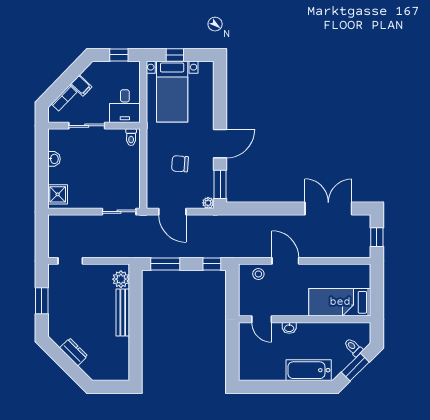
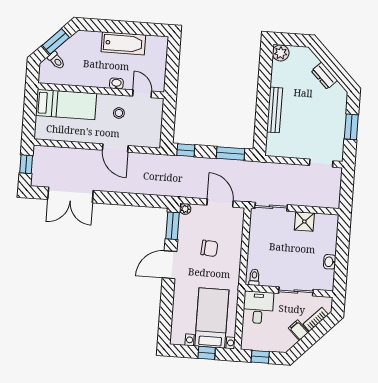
shower: (58, 194) -> (304, 221), moved
stool: (258, 274) -> (119, 113), moved
plant: (121, 279) -> (281, 53), moved
bathtub: (309, 370) -> (123, 43), moved

